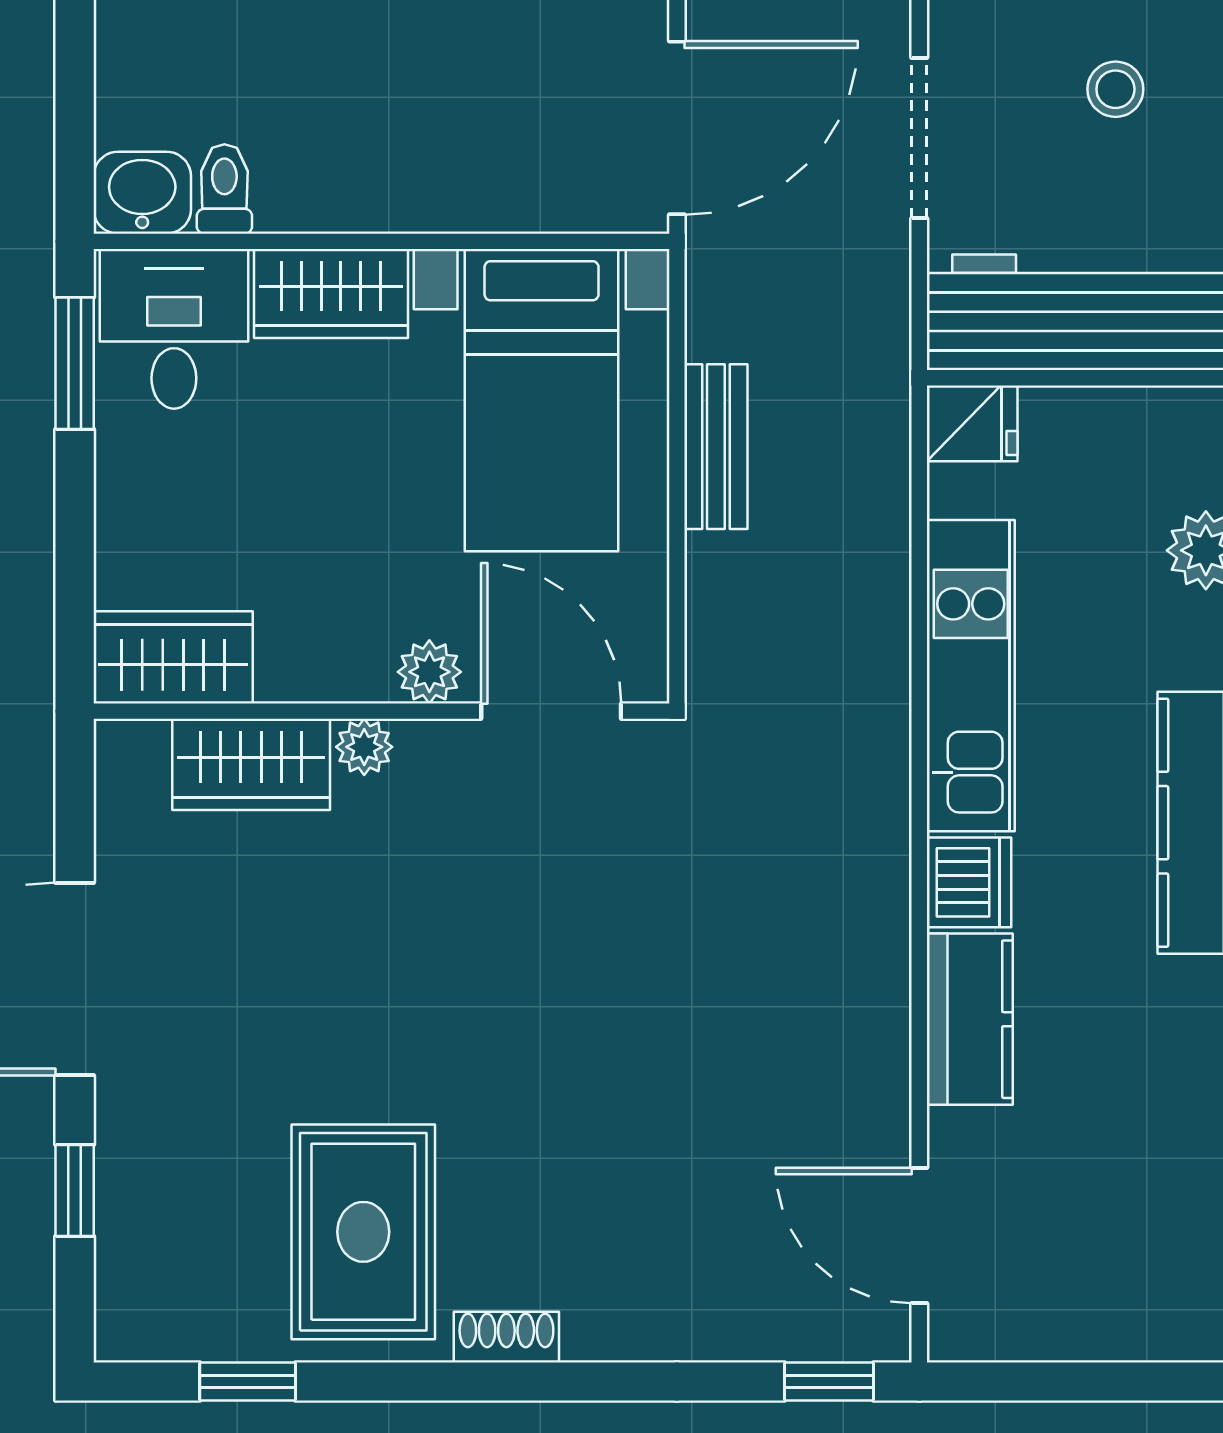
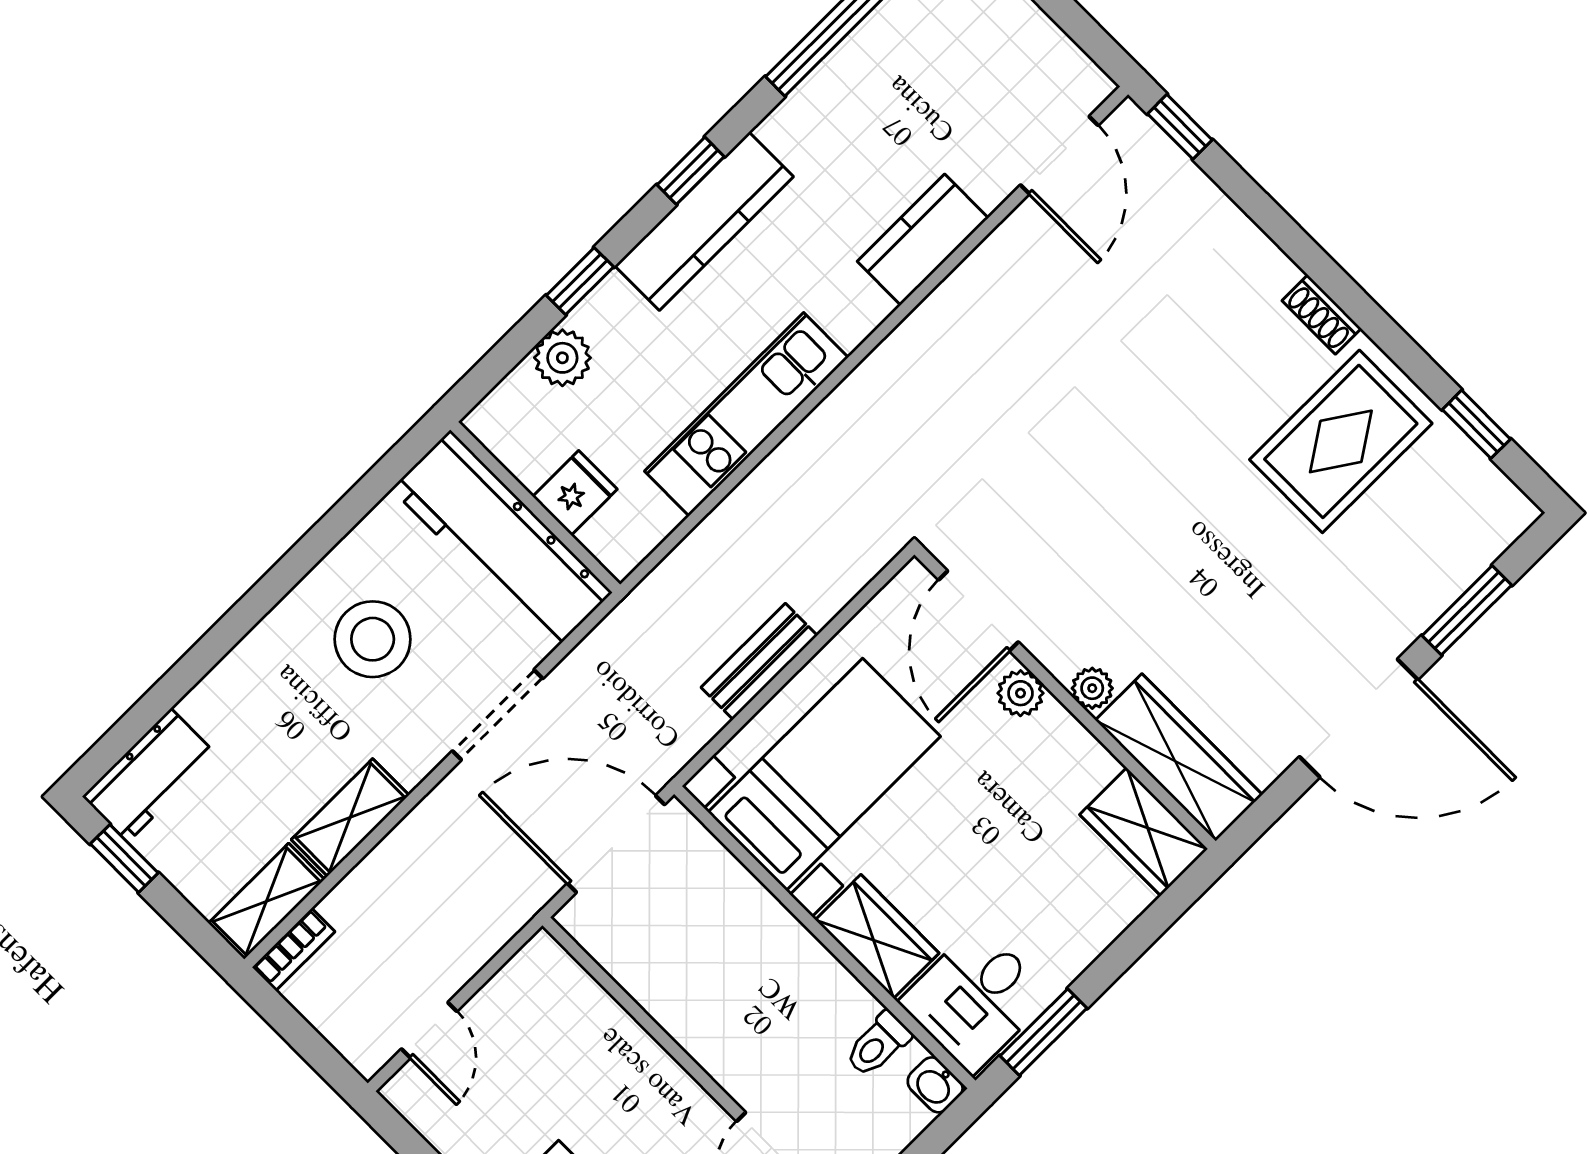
stool: (1115, 89) -> (373, 639), width x1.89, depth x1.89
washbasin: (142, 193) -> (935, 1085), width x0.72, depth x0.69
fridge: (972, 423) -> (575, 493), moved, turned 90
wardrobe: (251, 764) -> (1179, 757), width x1.50
dishwasher: (969, 882) -> (853, 310), removed
window: (75, 1190) -> (1467, 610), width x1.50

